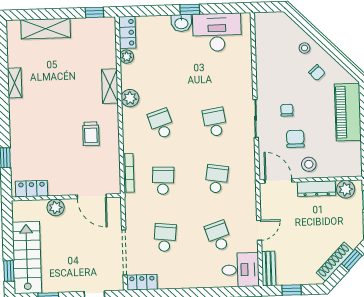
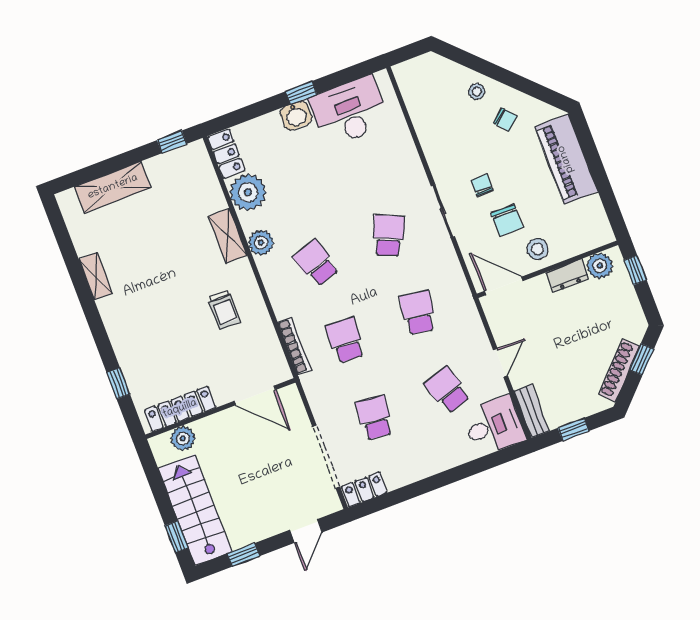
plant: (127, 57) -> (248, 192), width x1.87, depth x1.87
school desk: (215, 122) -> (389, 235), turned 33
chair: (295, 139) -> (507, 220), turned 180
locker: (32, 189) -> (180, 409), width x1.53
dresser: (317, 189) -> (567, 276), width x0.70
plant: (56, 208) -> (183, 438), moved

